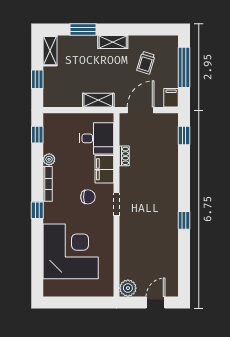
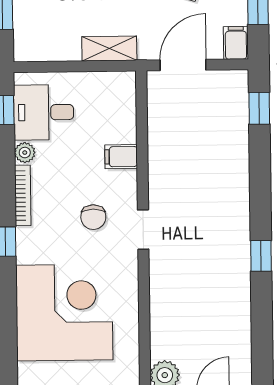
desk: (96, 138) -> (44, 112), moved, turned 180
shoe rack: (124, 156) -> (156, 145), removed
filing cabinet: (104, 169) -> (121, 157), width x0.50
chair: (88, 197) -> (93, 217), turned 90

